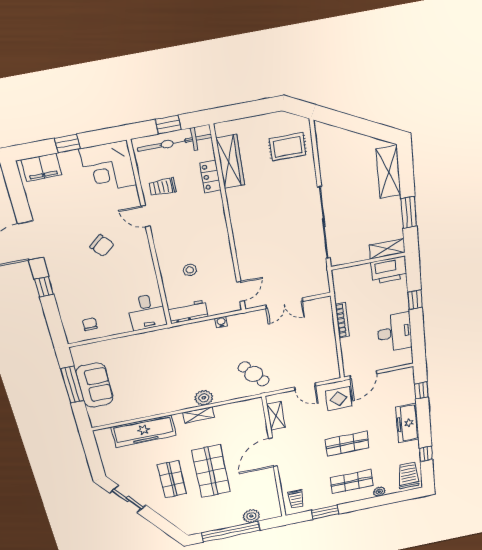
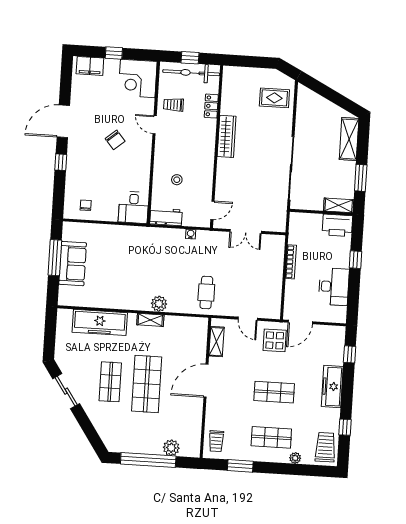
wardrobe: (230, 162) -> (227, 136), moved
cafe table: (254, 374) -> (206, 292), turned 38

